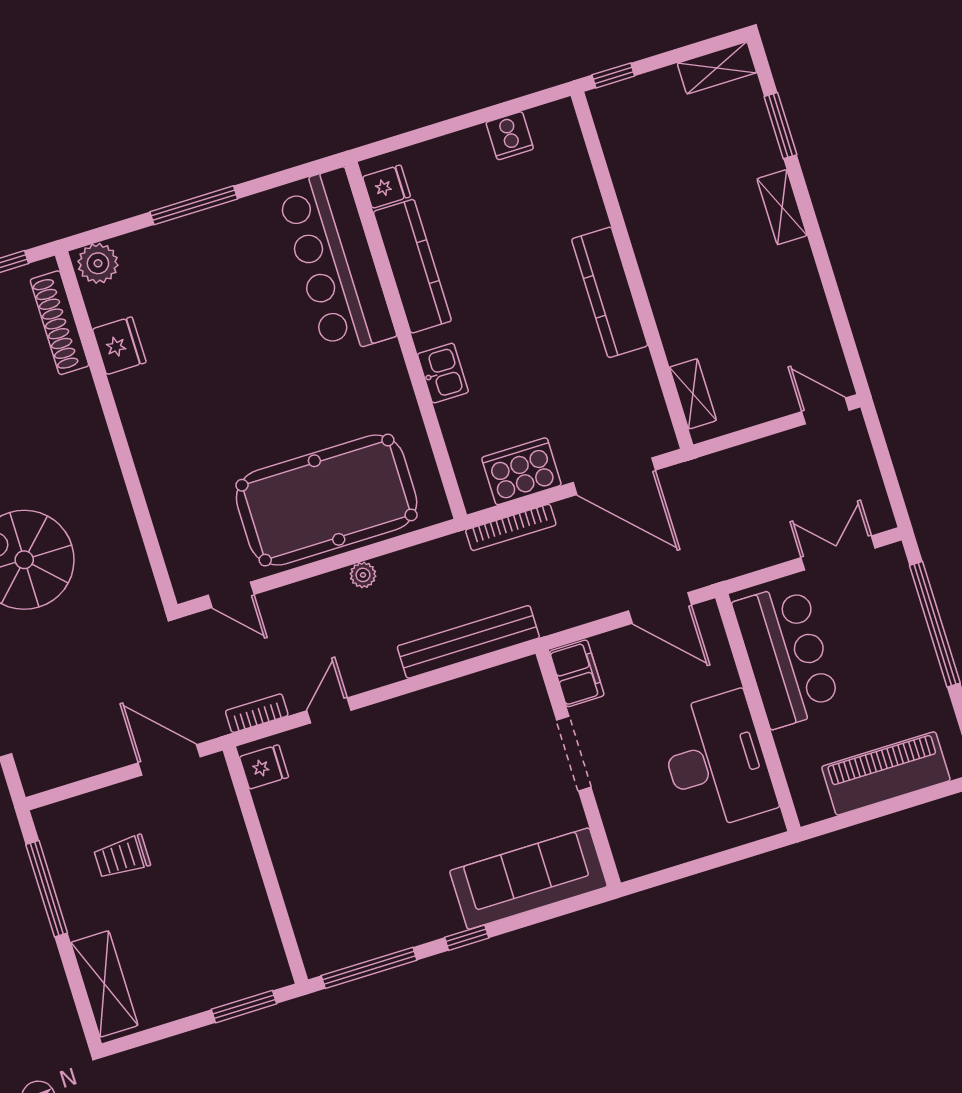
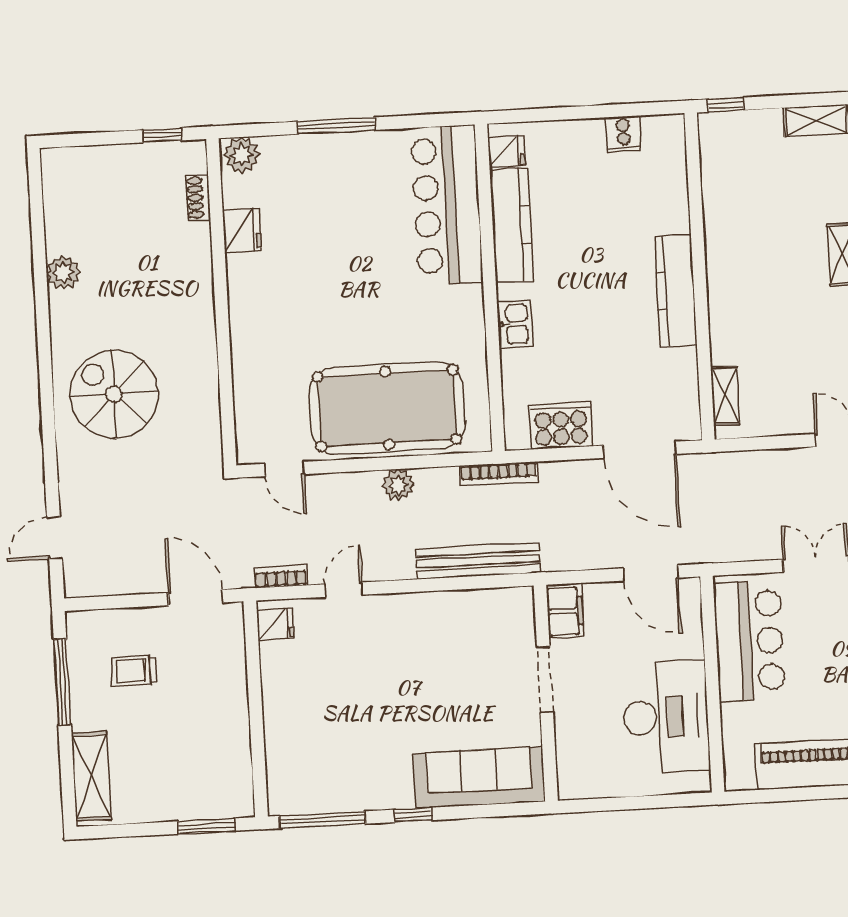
shoe rack: (59, 323) -> (198, 198), width x0.51, depth x0.81
bookcase: (511, 527) -> (499, 474), moved
plant: (363, 575) -> (398, 485), width x1.38, depth x1.38

